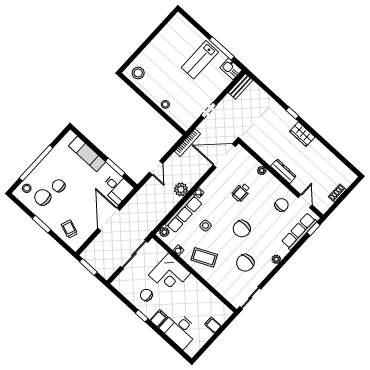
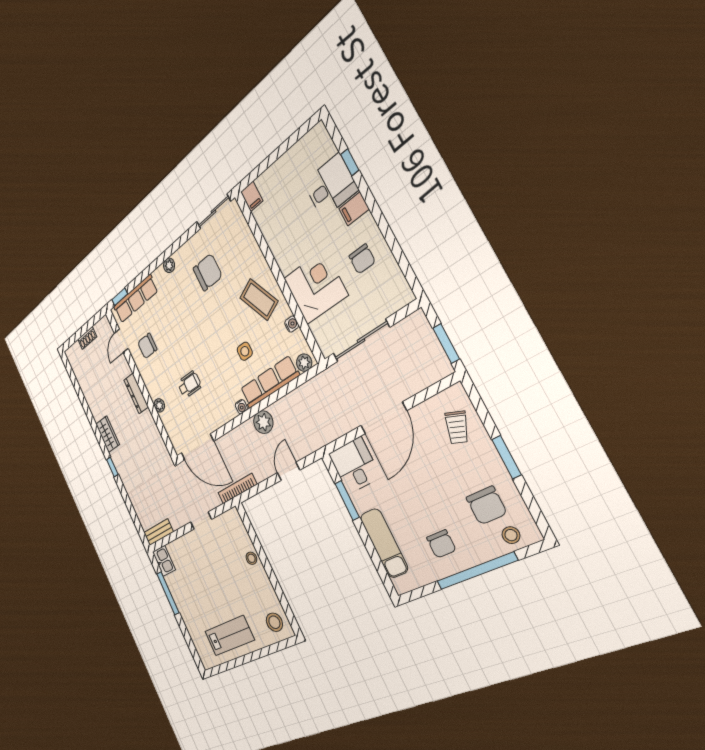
lab bench: (200, 60) -> (229, 636), moved
chair: (59, 186) -> (441, 544), moved
chair: (242, 229) -> (200, 328), removed
window: (142, 316) -> (350, 162), moved
filing cabinet: (213, 325) -> (252, 196), moved
desk: (179, 330) -> (330, 186), width x0.73

